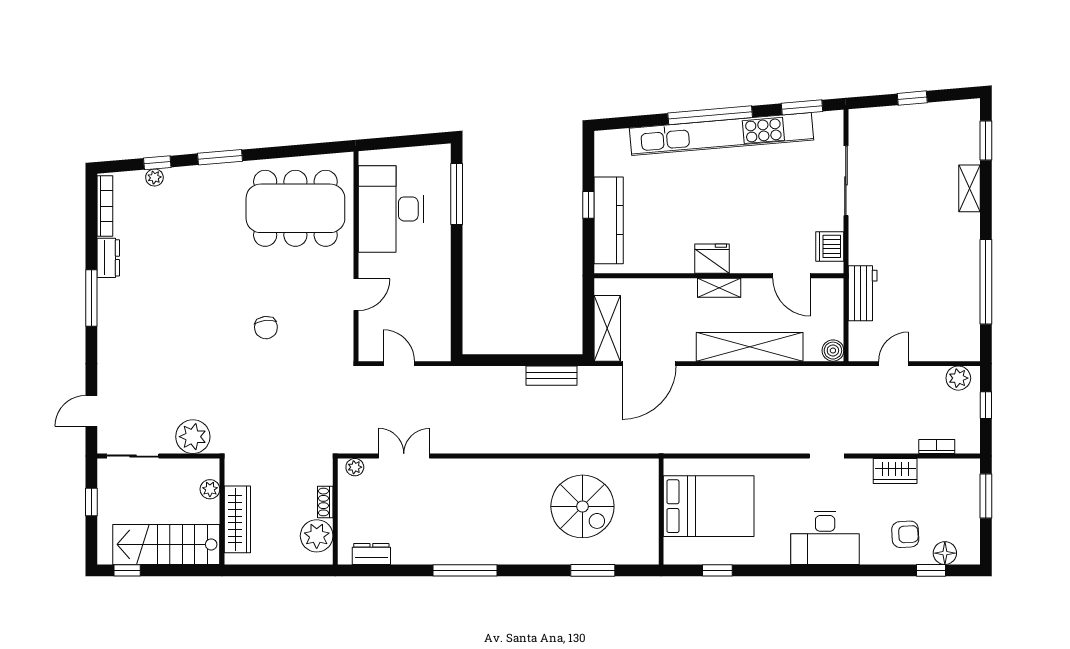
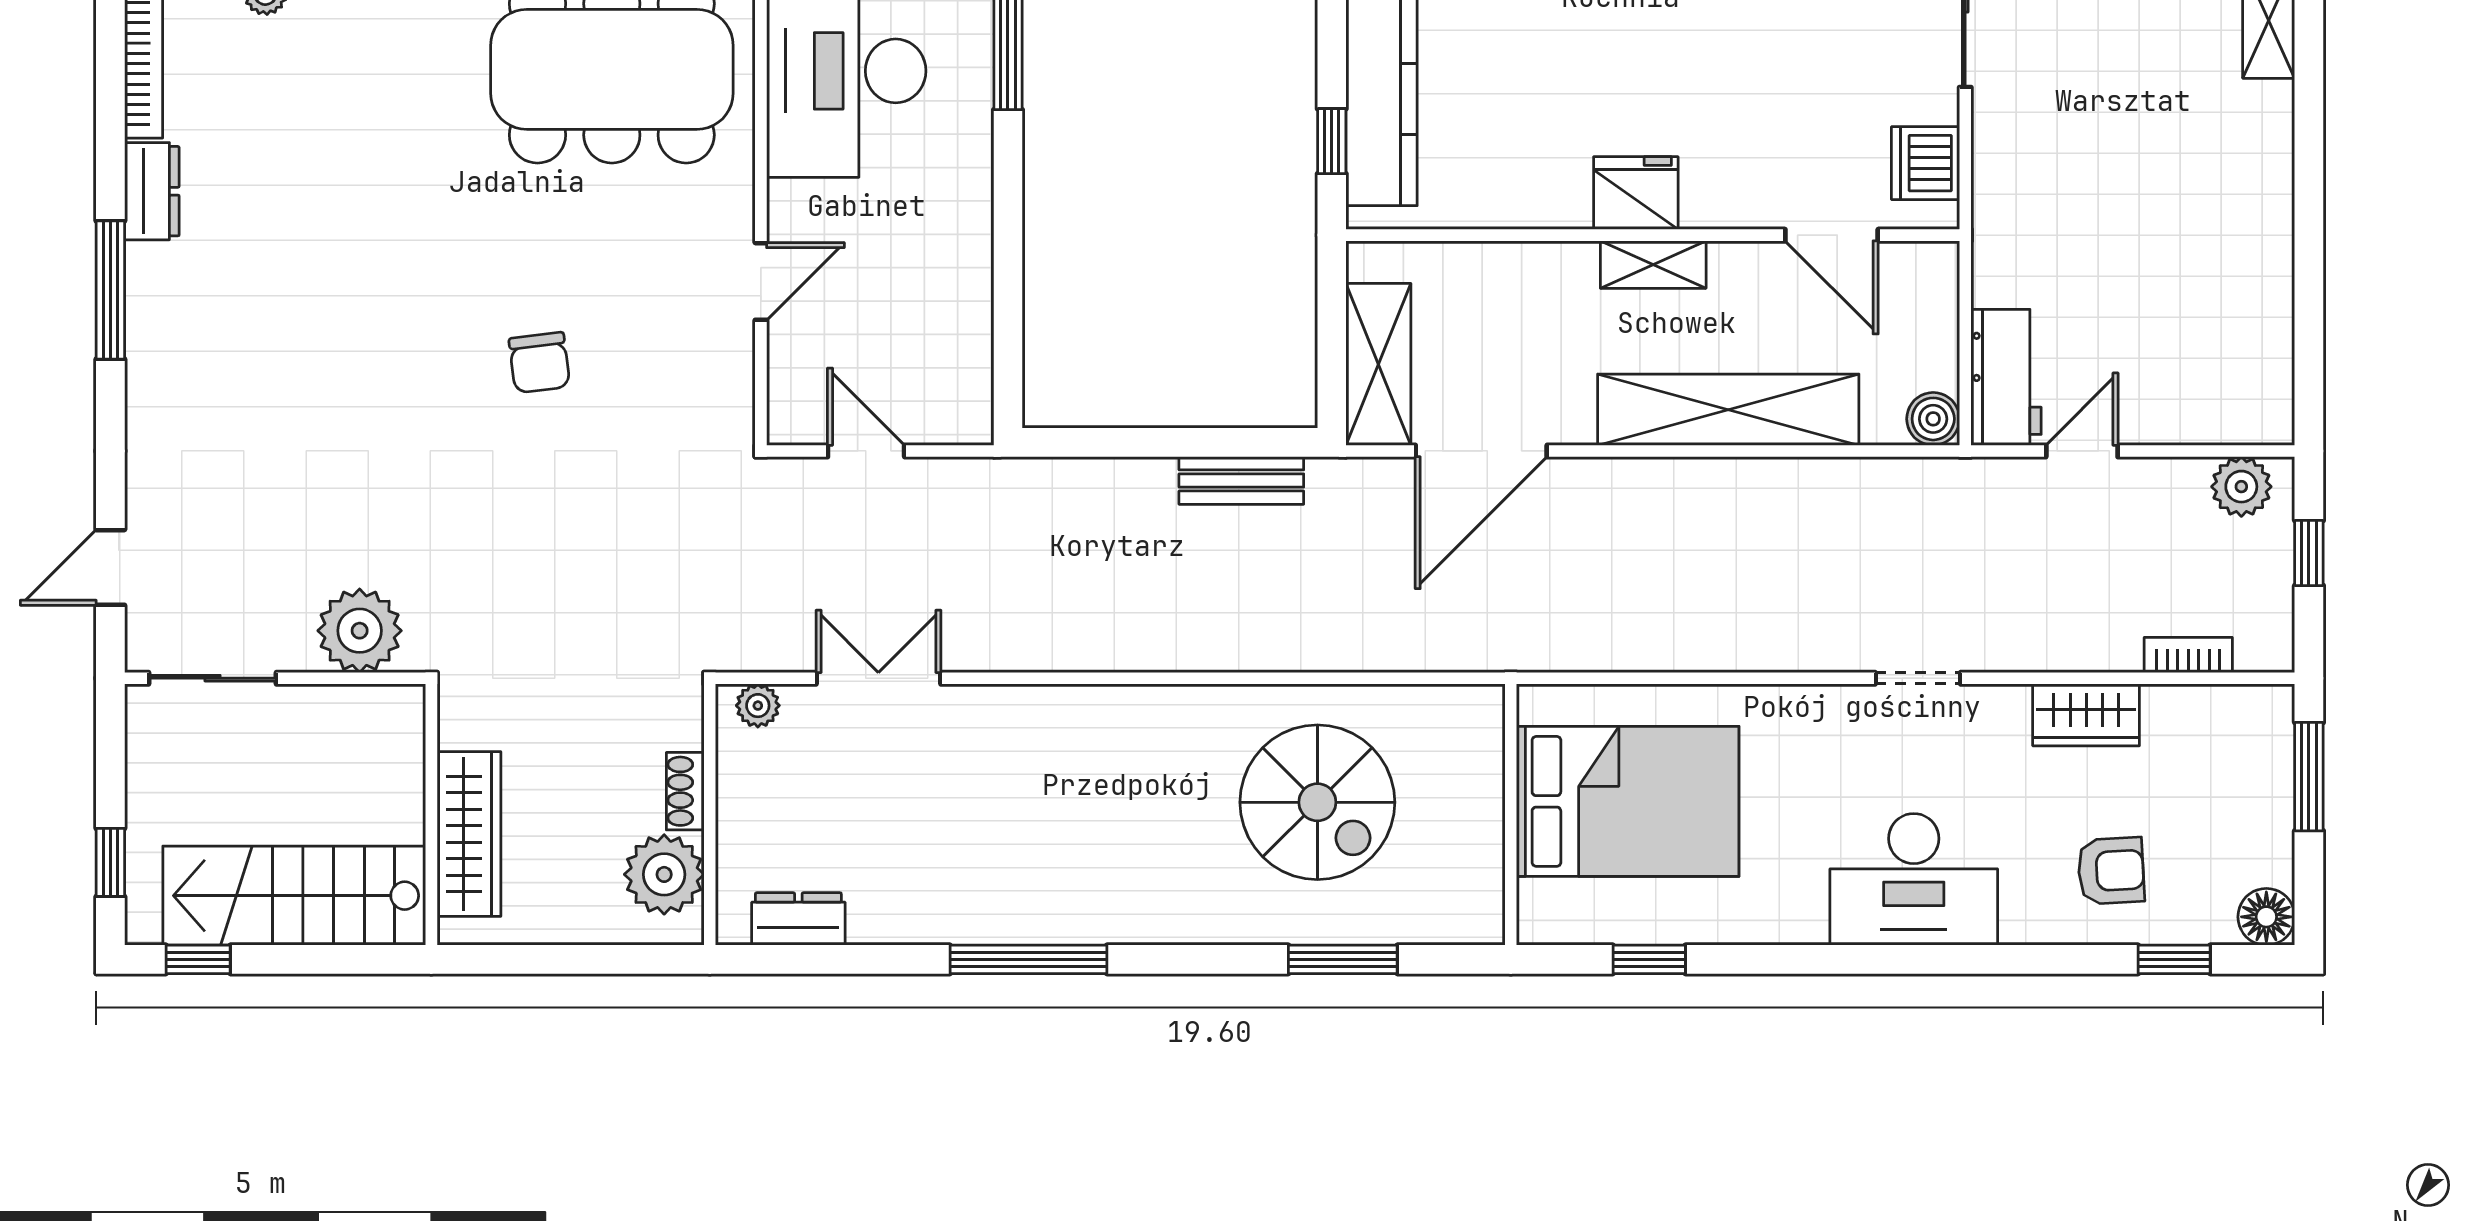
window: (588, 205) -> (1332, 141), moved
window: (986, 282) -> (2309, 250), removed
workbench: (863, 293) -> (2006, 377), moved
plant: (210, 489) -> (402, 760), removed
window: (91, 502) -> (110, 862), moved
floor lamp: (945, 553) -> (2266, 917), moved

